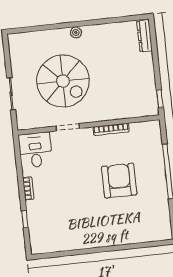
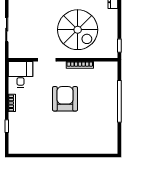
spiral stairs: (63, 81) -> (78, 30), moved
armchair: (119, 181) -> (65, 99), moved

